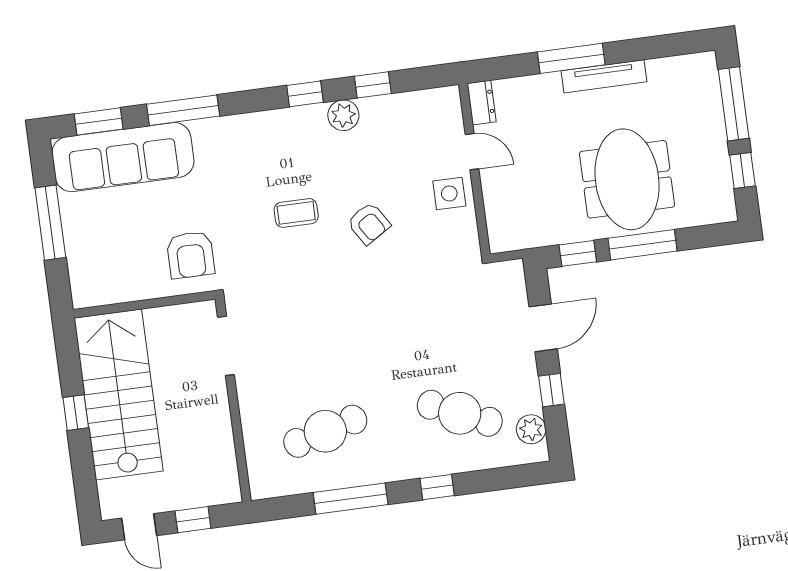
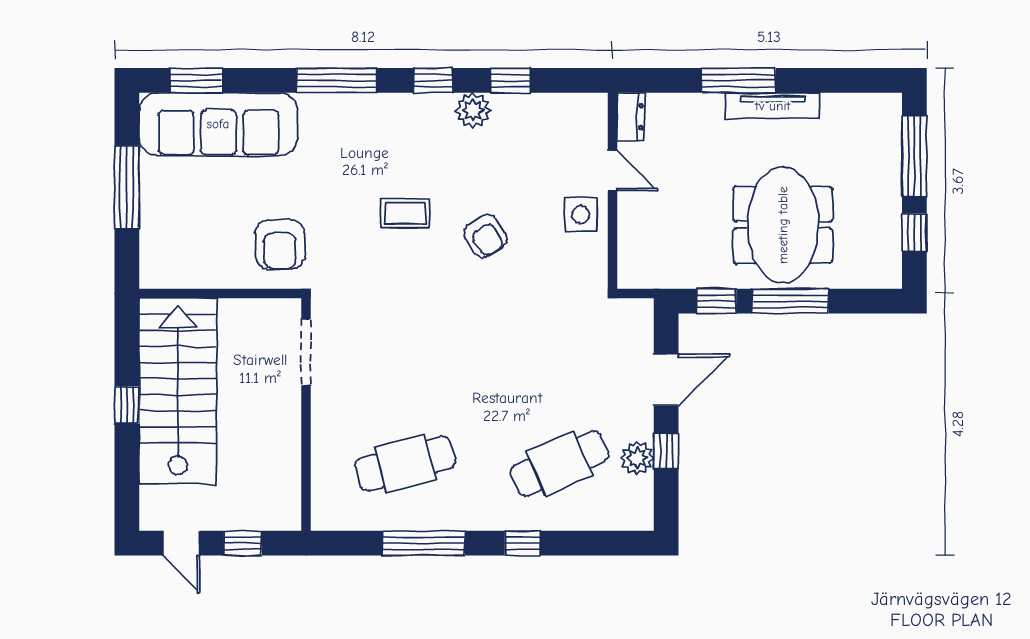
window: (183, 110) -> (336, 80), moved
cafe table: (460, 413) -> (559, 464), turned -48
plant: (531, 429) -> (637, 458), moved

